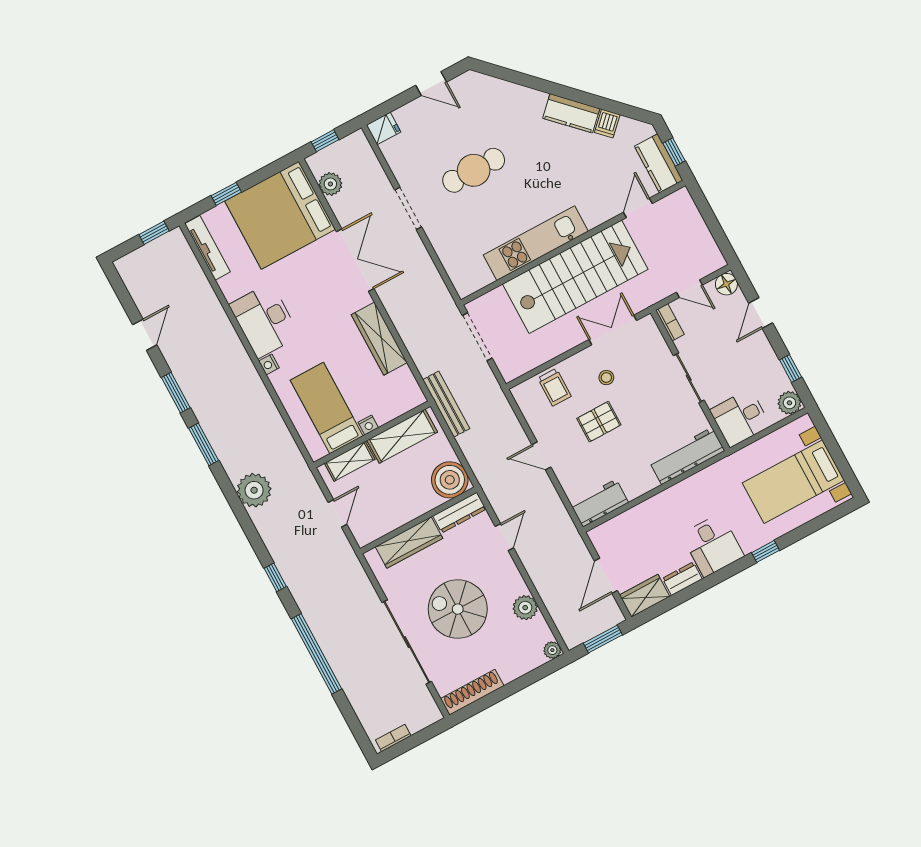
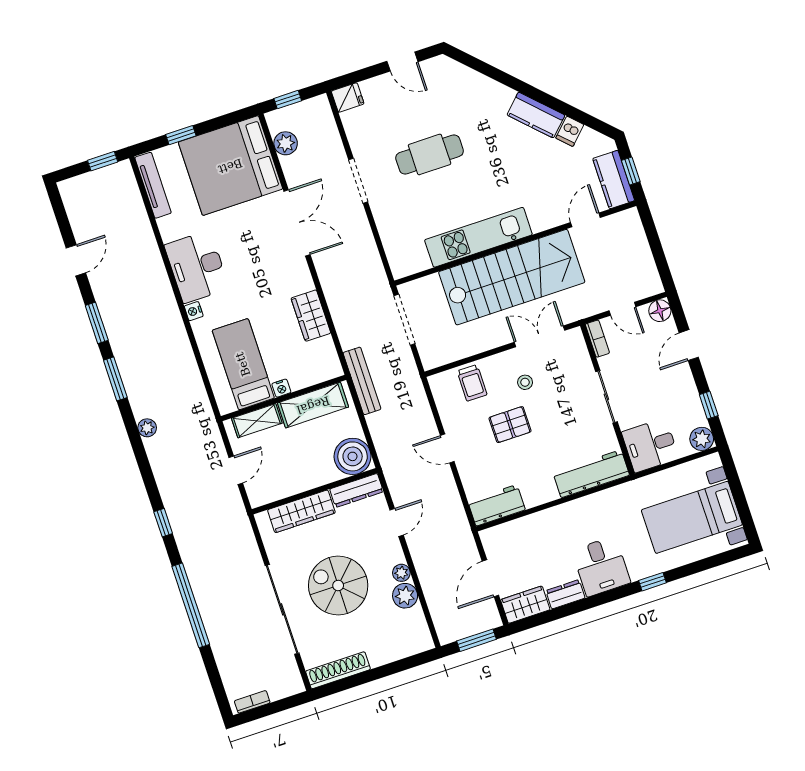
wardrobe: (379, 339) -> (311, 316), width x0.67
plant: (254, 490) -> (147, 428), width x0.53, depth x0.53
plant: (552, 650) -> (401, 573), moved

